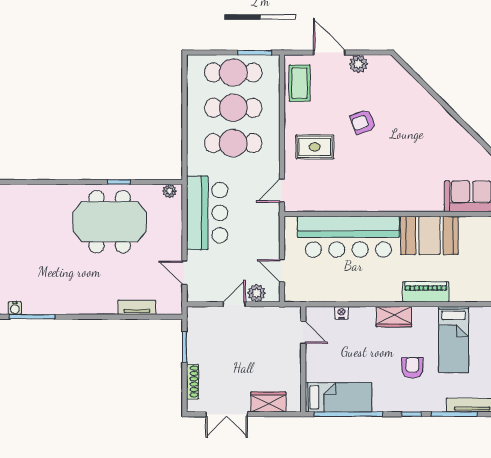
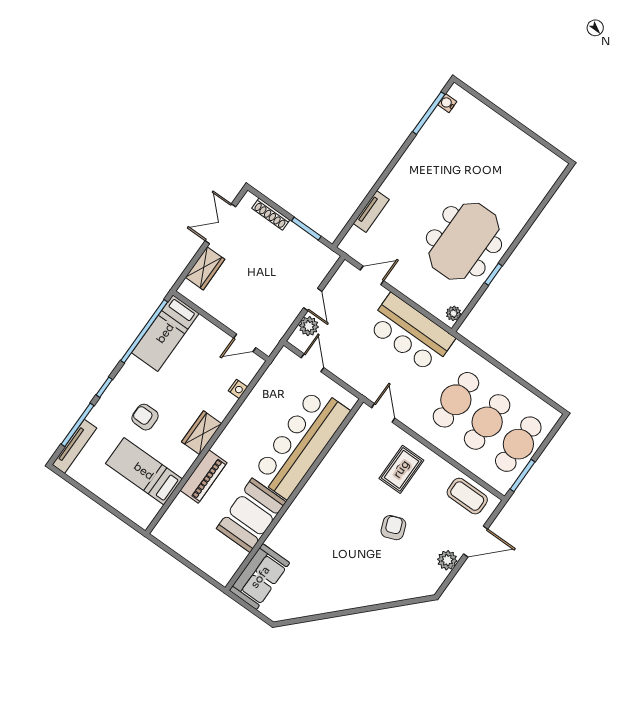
door: (282, 271) -> (313, 363), hinge flipped
armchair: (412, 368) -> (145, 417), turned 180

